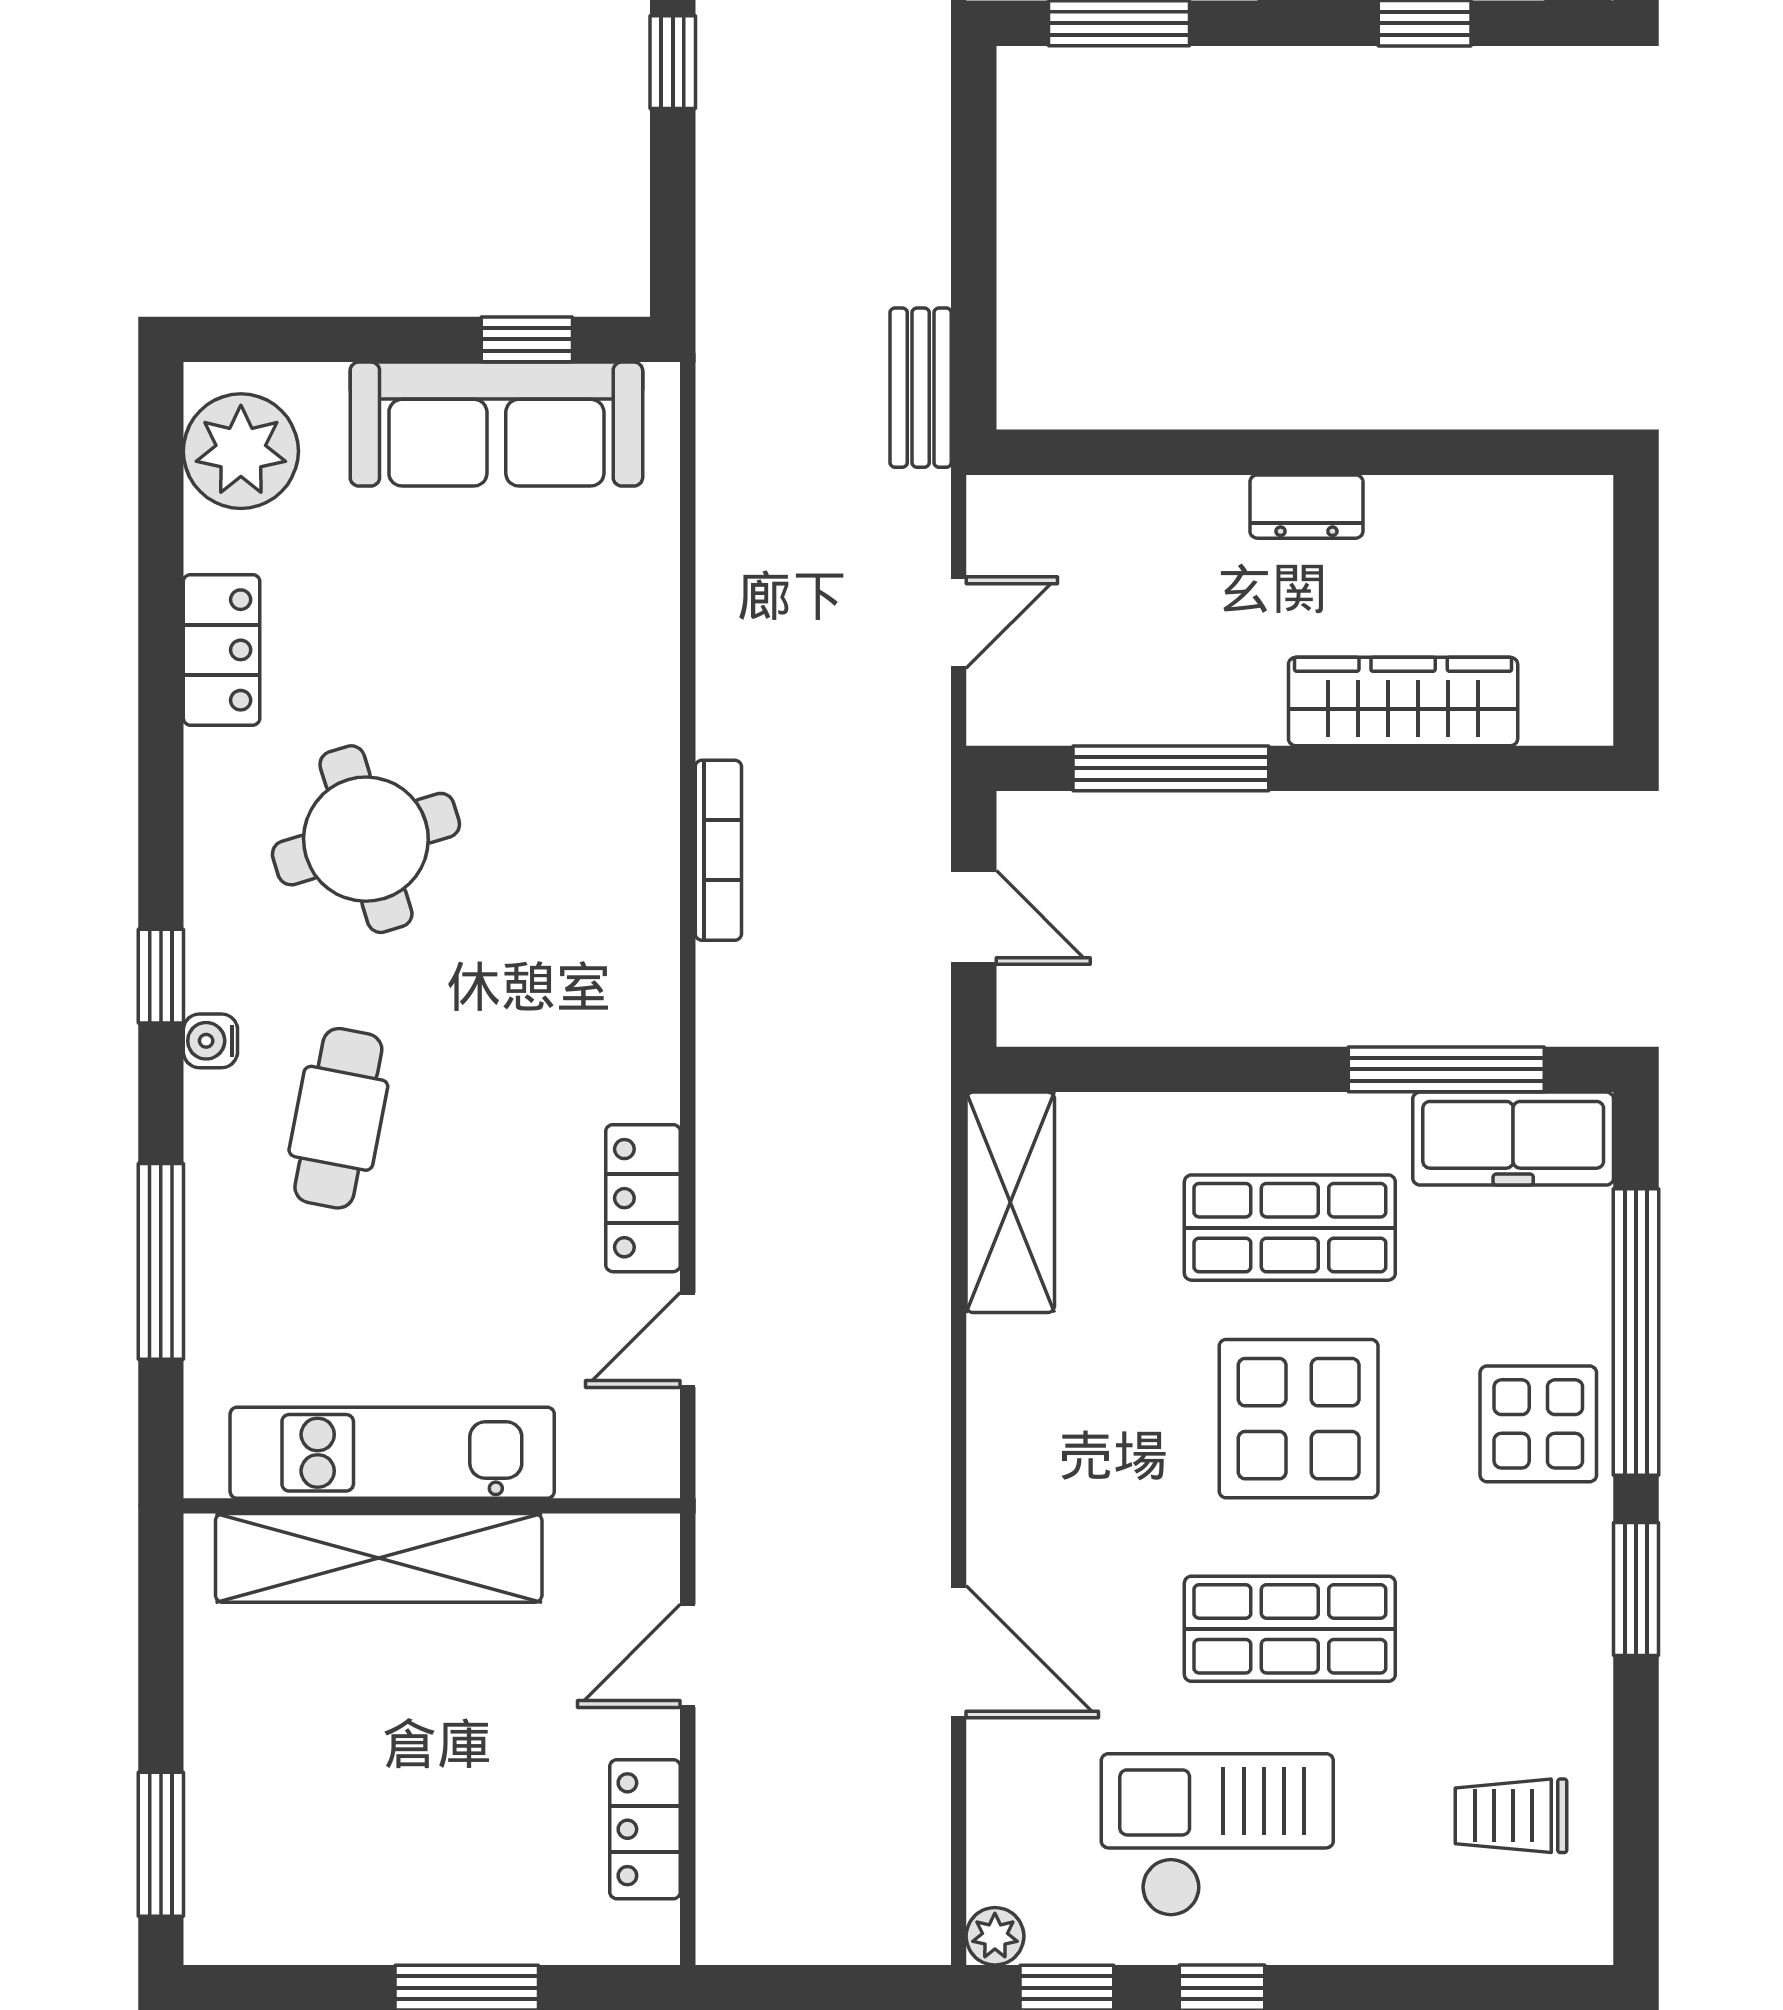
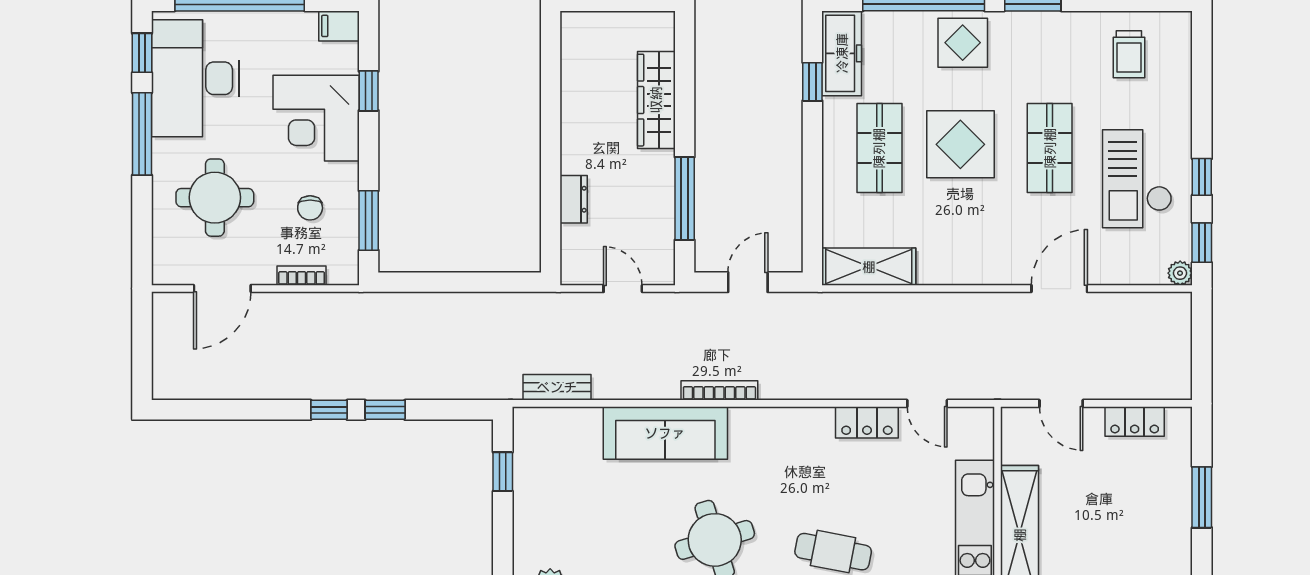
bench: (921, 388) -> (557, 387), moved
sofa: (496, 424) -> (665, 433), moved, turned 90
dresser: (1306, 507) -> (574, 199), moved
window: (1446, 1069) -> (812, 82), width x0.46

